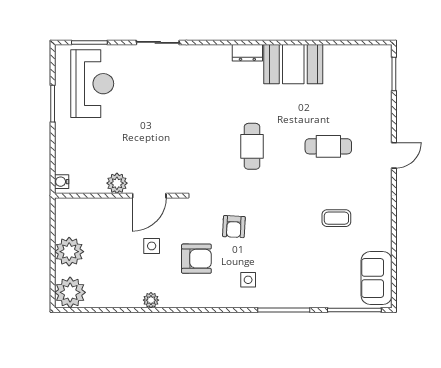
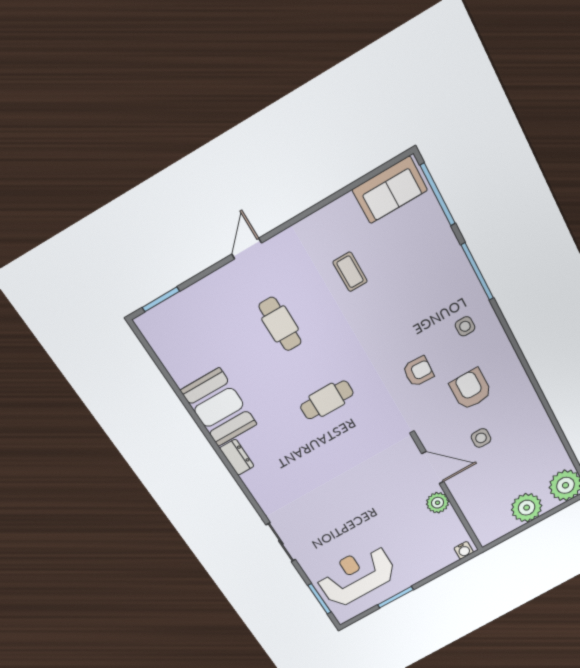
door: (394, 155) -> (247, 249), hinge flipped
plant: (151, 300) -> (535, 409), removed

